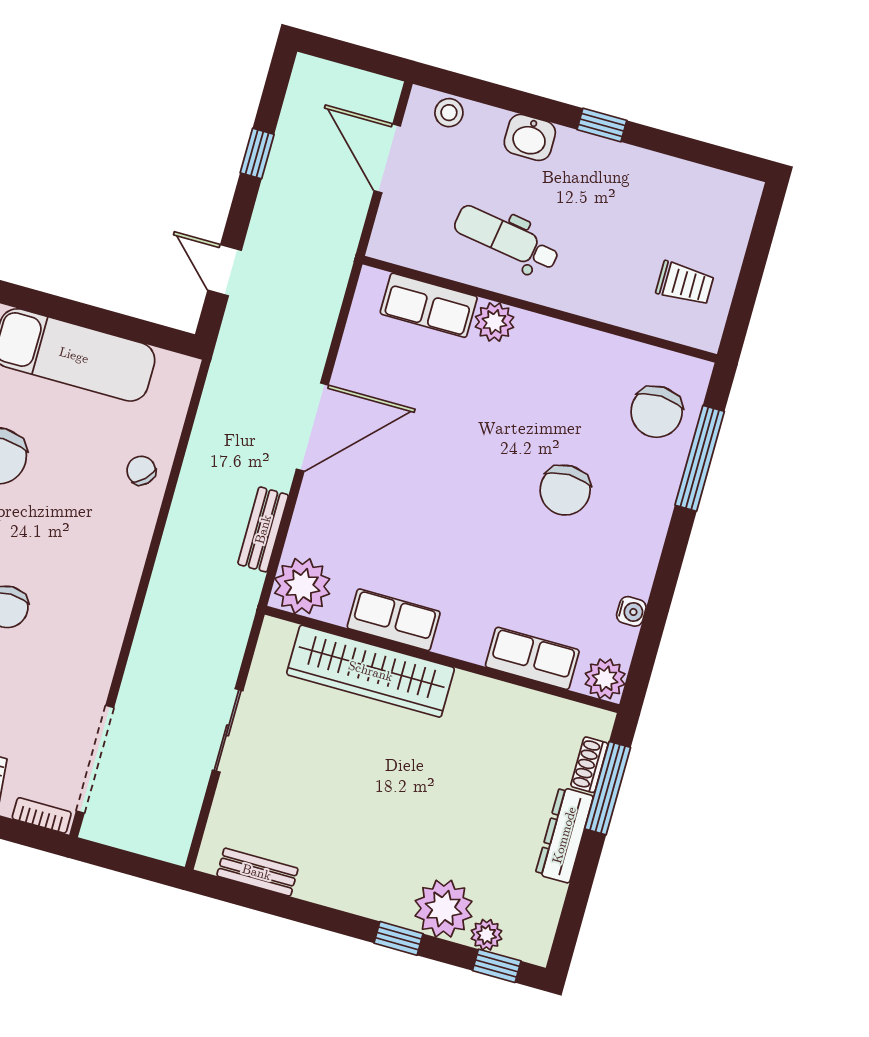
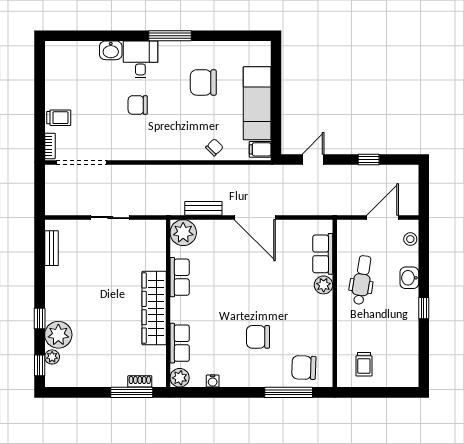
filing cabinet: (172, 376) -> (260, 149), added
wardrobe: (371, 671) -> (154, 308), moved
dresser: (564, 835) -> (106, 379), removed

